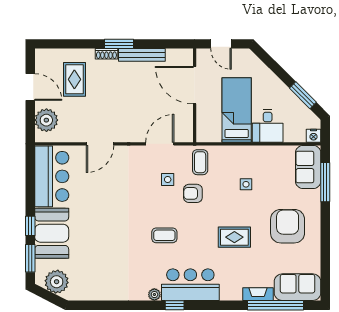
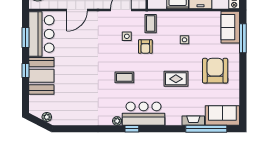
armchair: (193, 193) -> (145, 47), turned -90
window: (30, 258) -> (26, 37), moved
plant: (57, 282) -> (47, 117), width x0.53, depth x0.53

